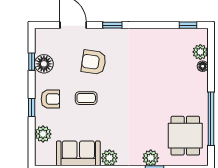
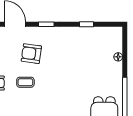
window: (188, 25) -> (86, 24), moved
plant: (200, 52) -> (116, 45), removed

